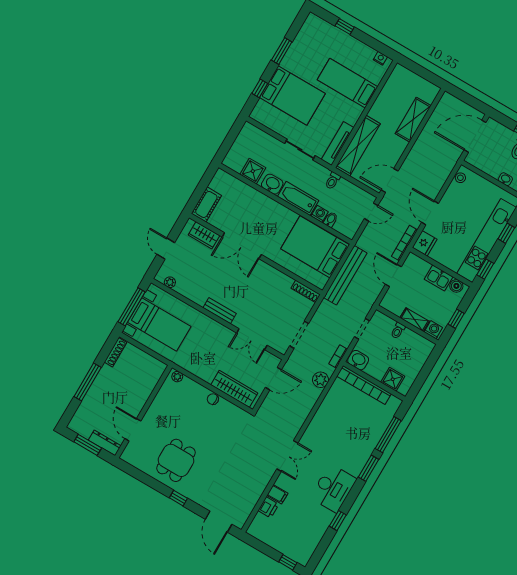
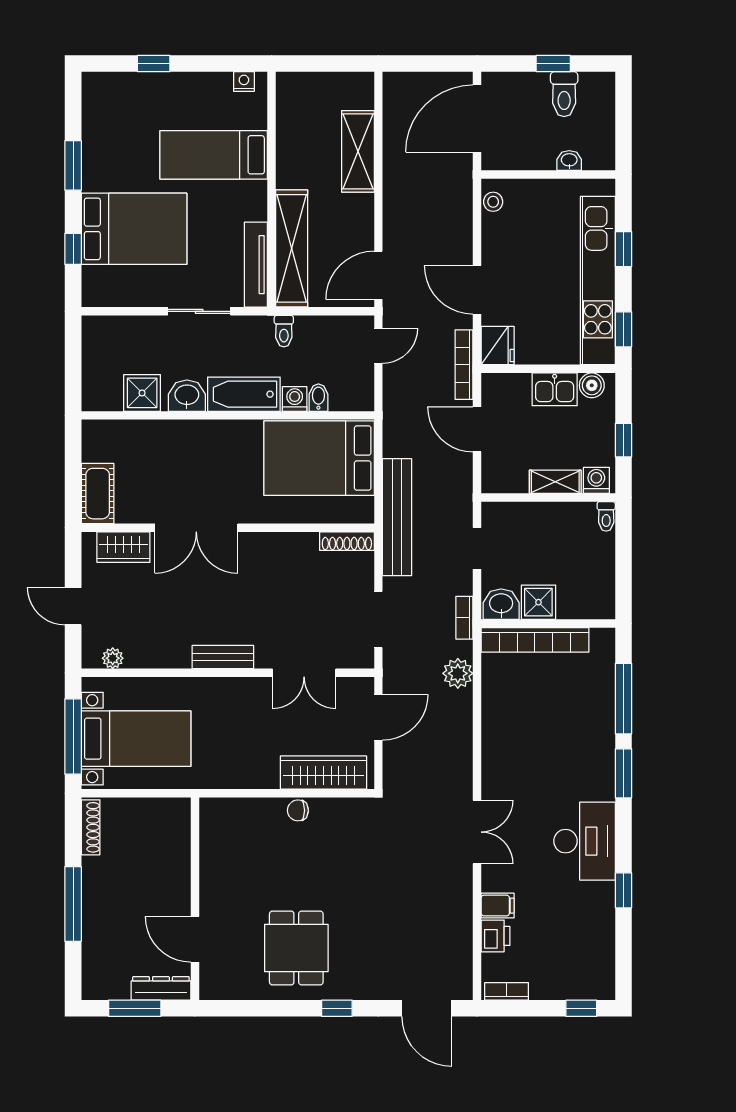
bench: (345, 275) -> (397, 517), moved
toilet: (398, 331) -> (606, 516), moved
plant: (177, 377) -> (217, 808), removed
shower: (393, 379) -> (538, 602), moved
bookcase: (259, 535) -> (507, 991), added

